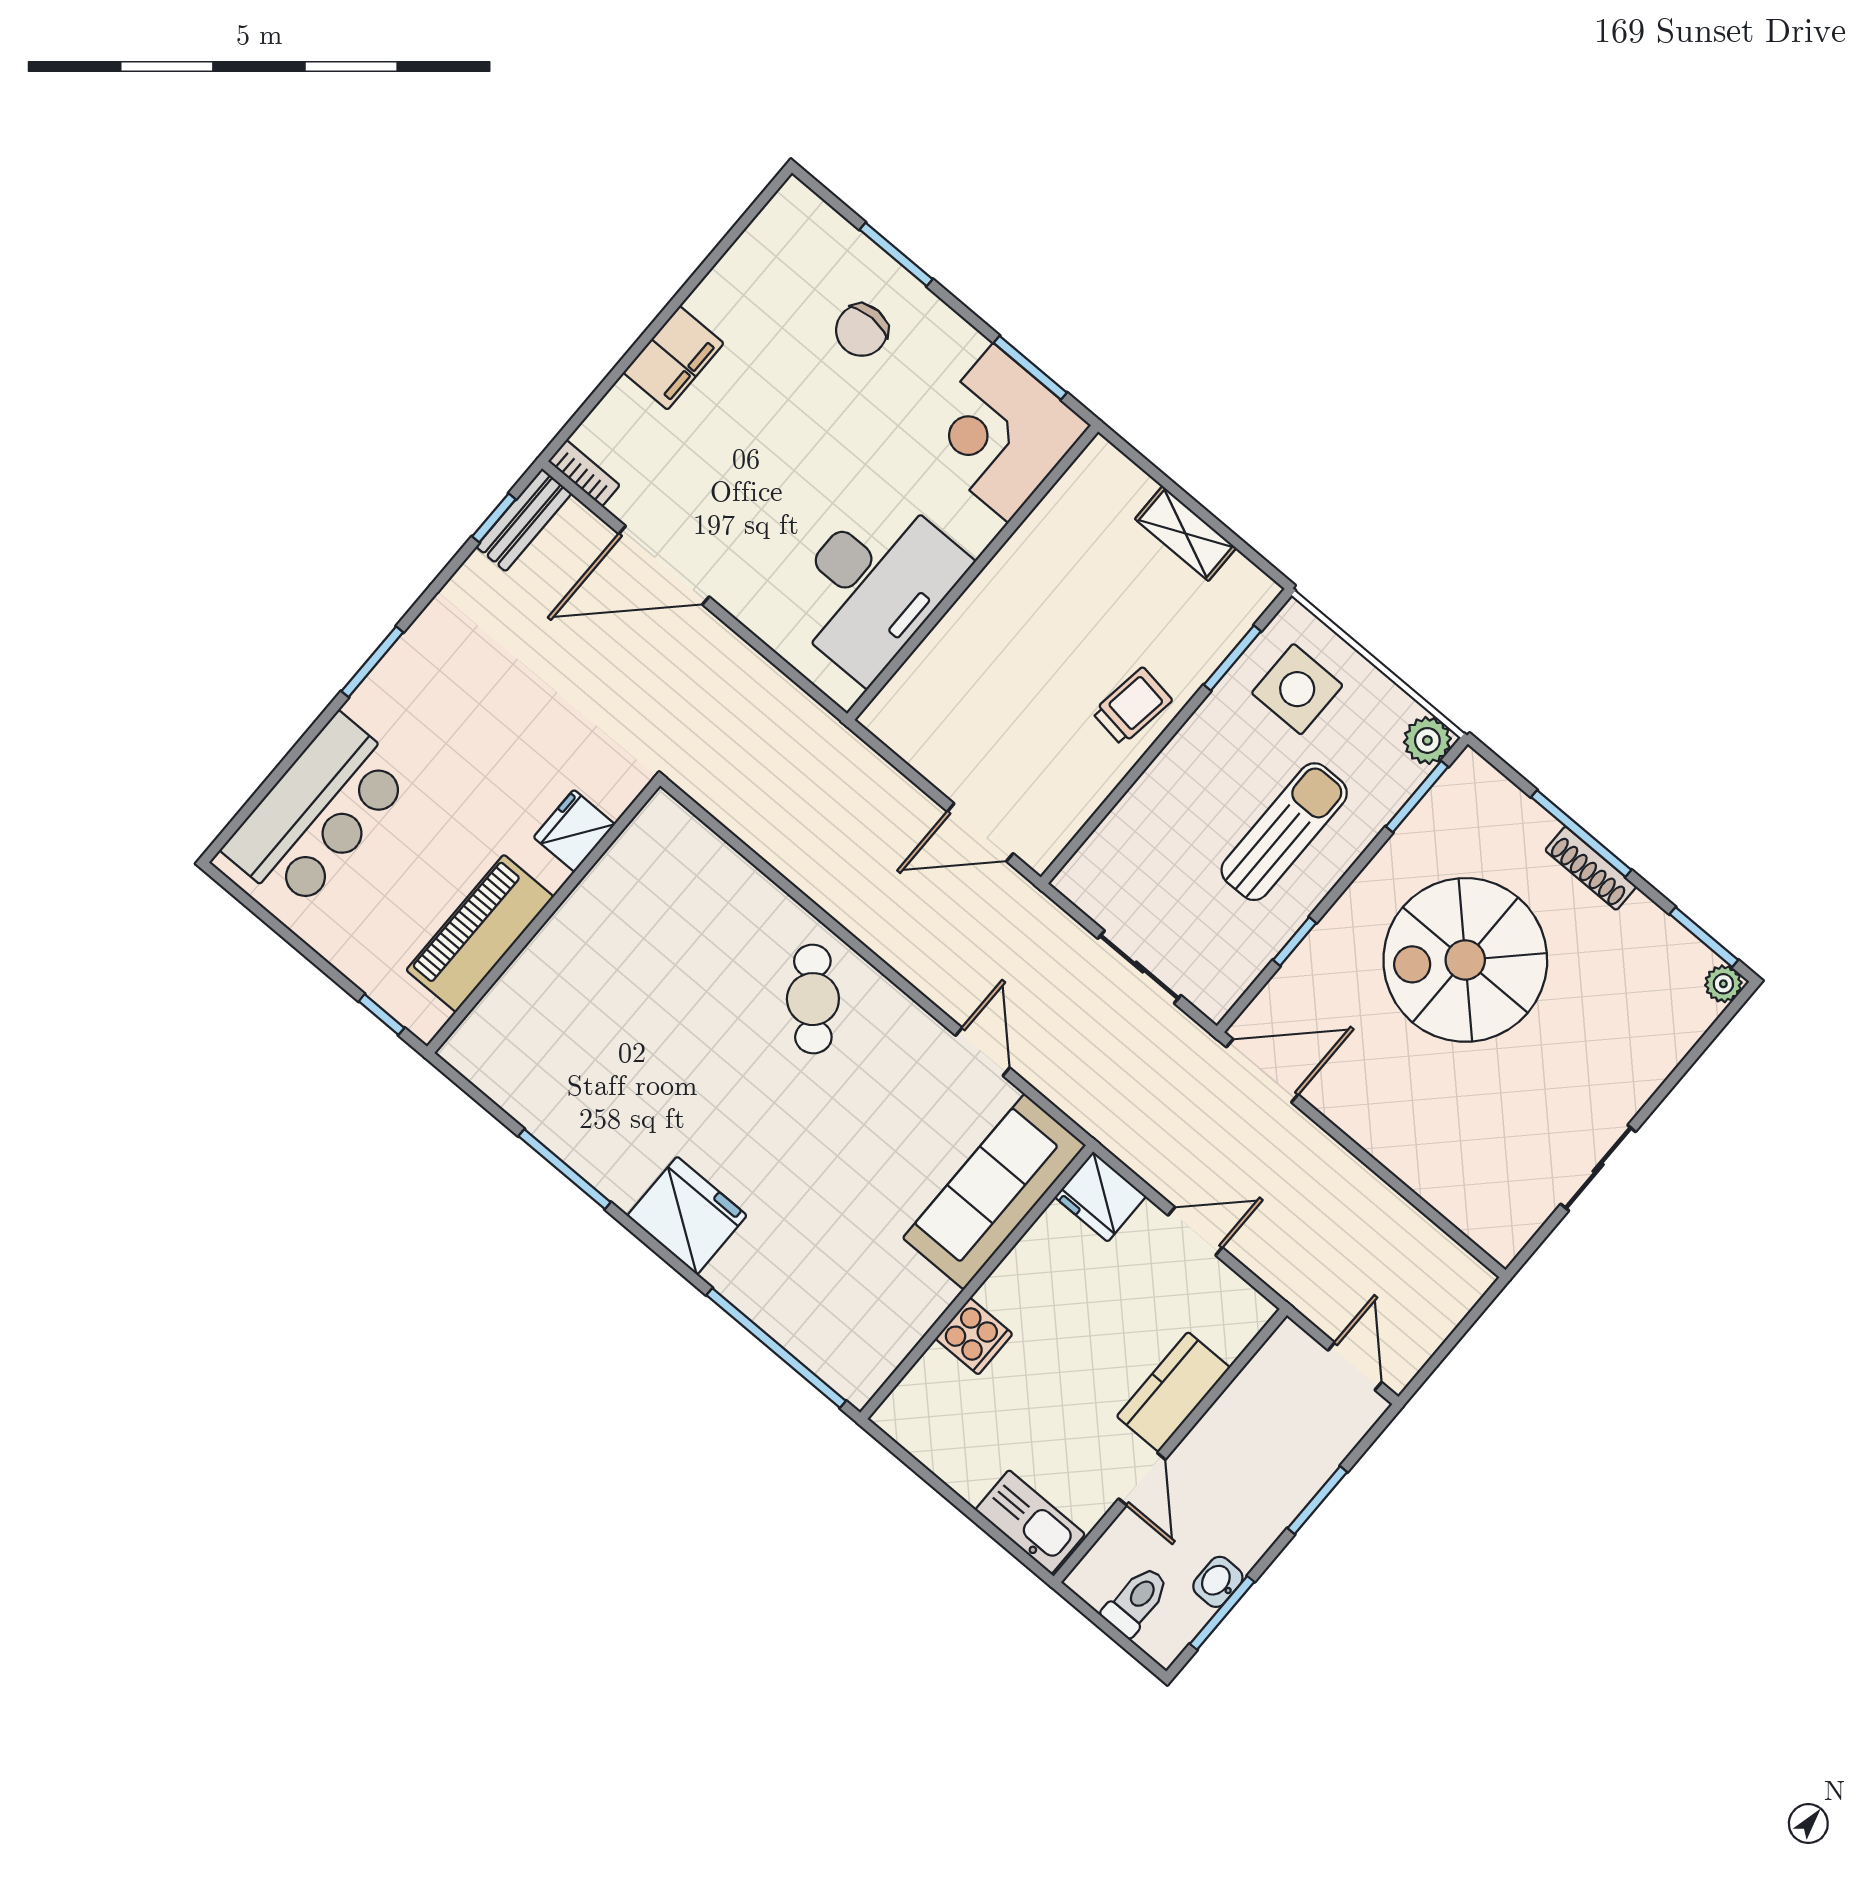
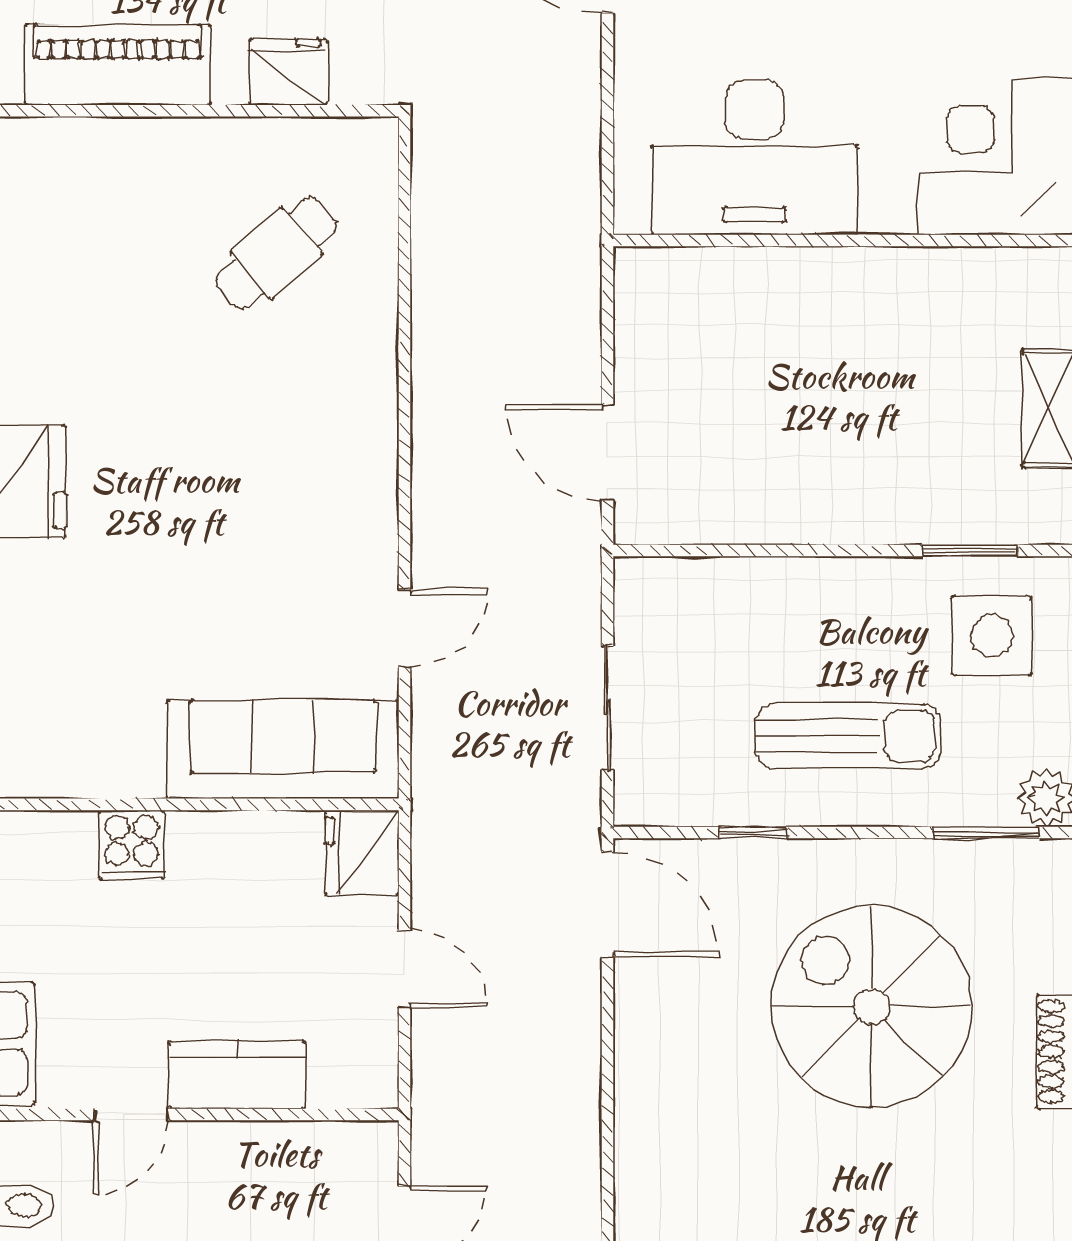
trolley: (1132, 706) -> (845, 495), removed
cafe table: (813, 999) -> (276, 253), moved

